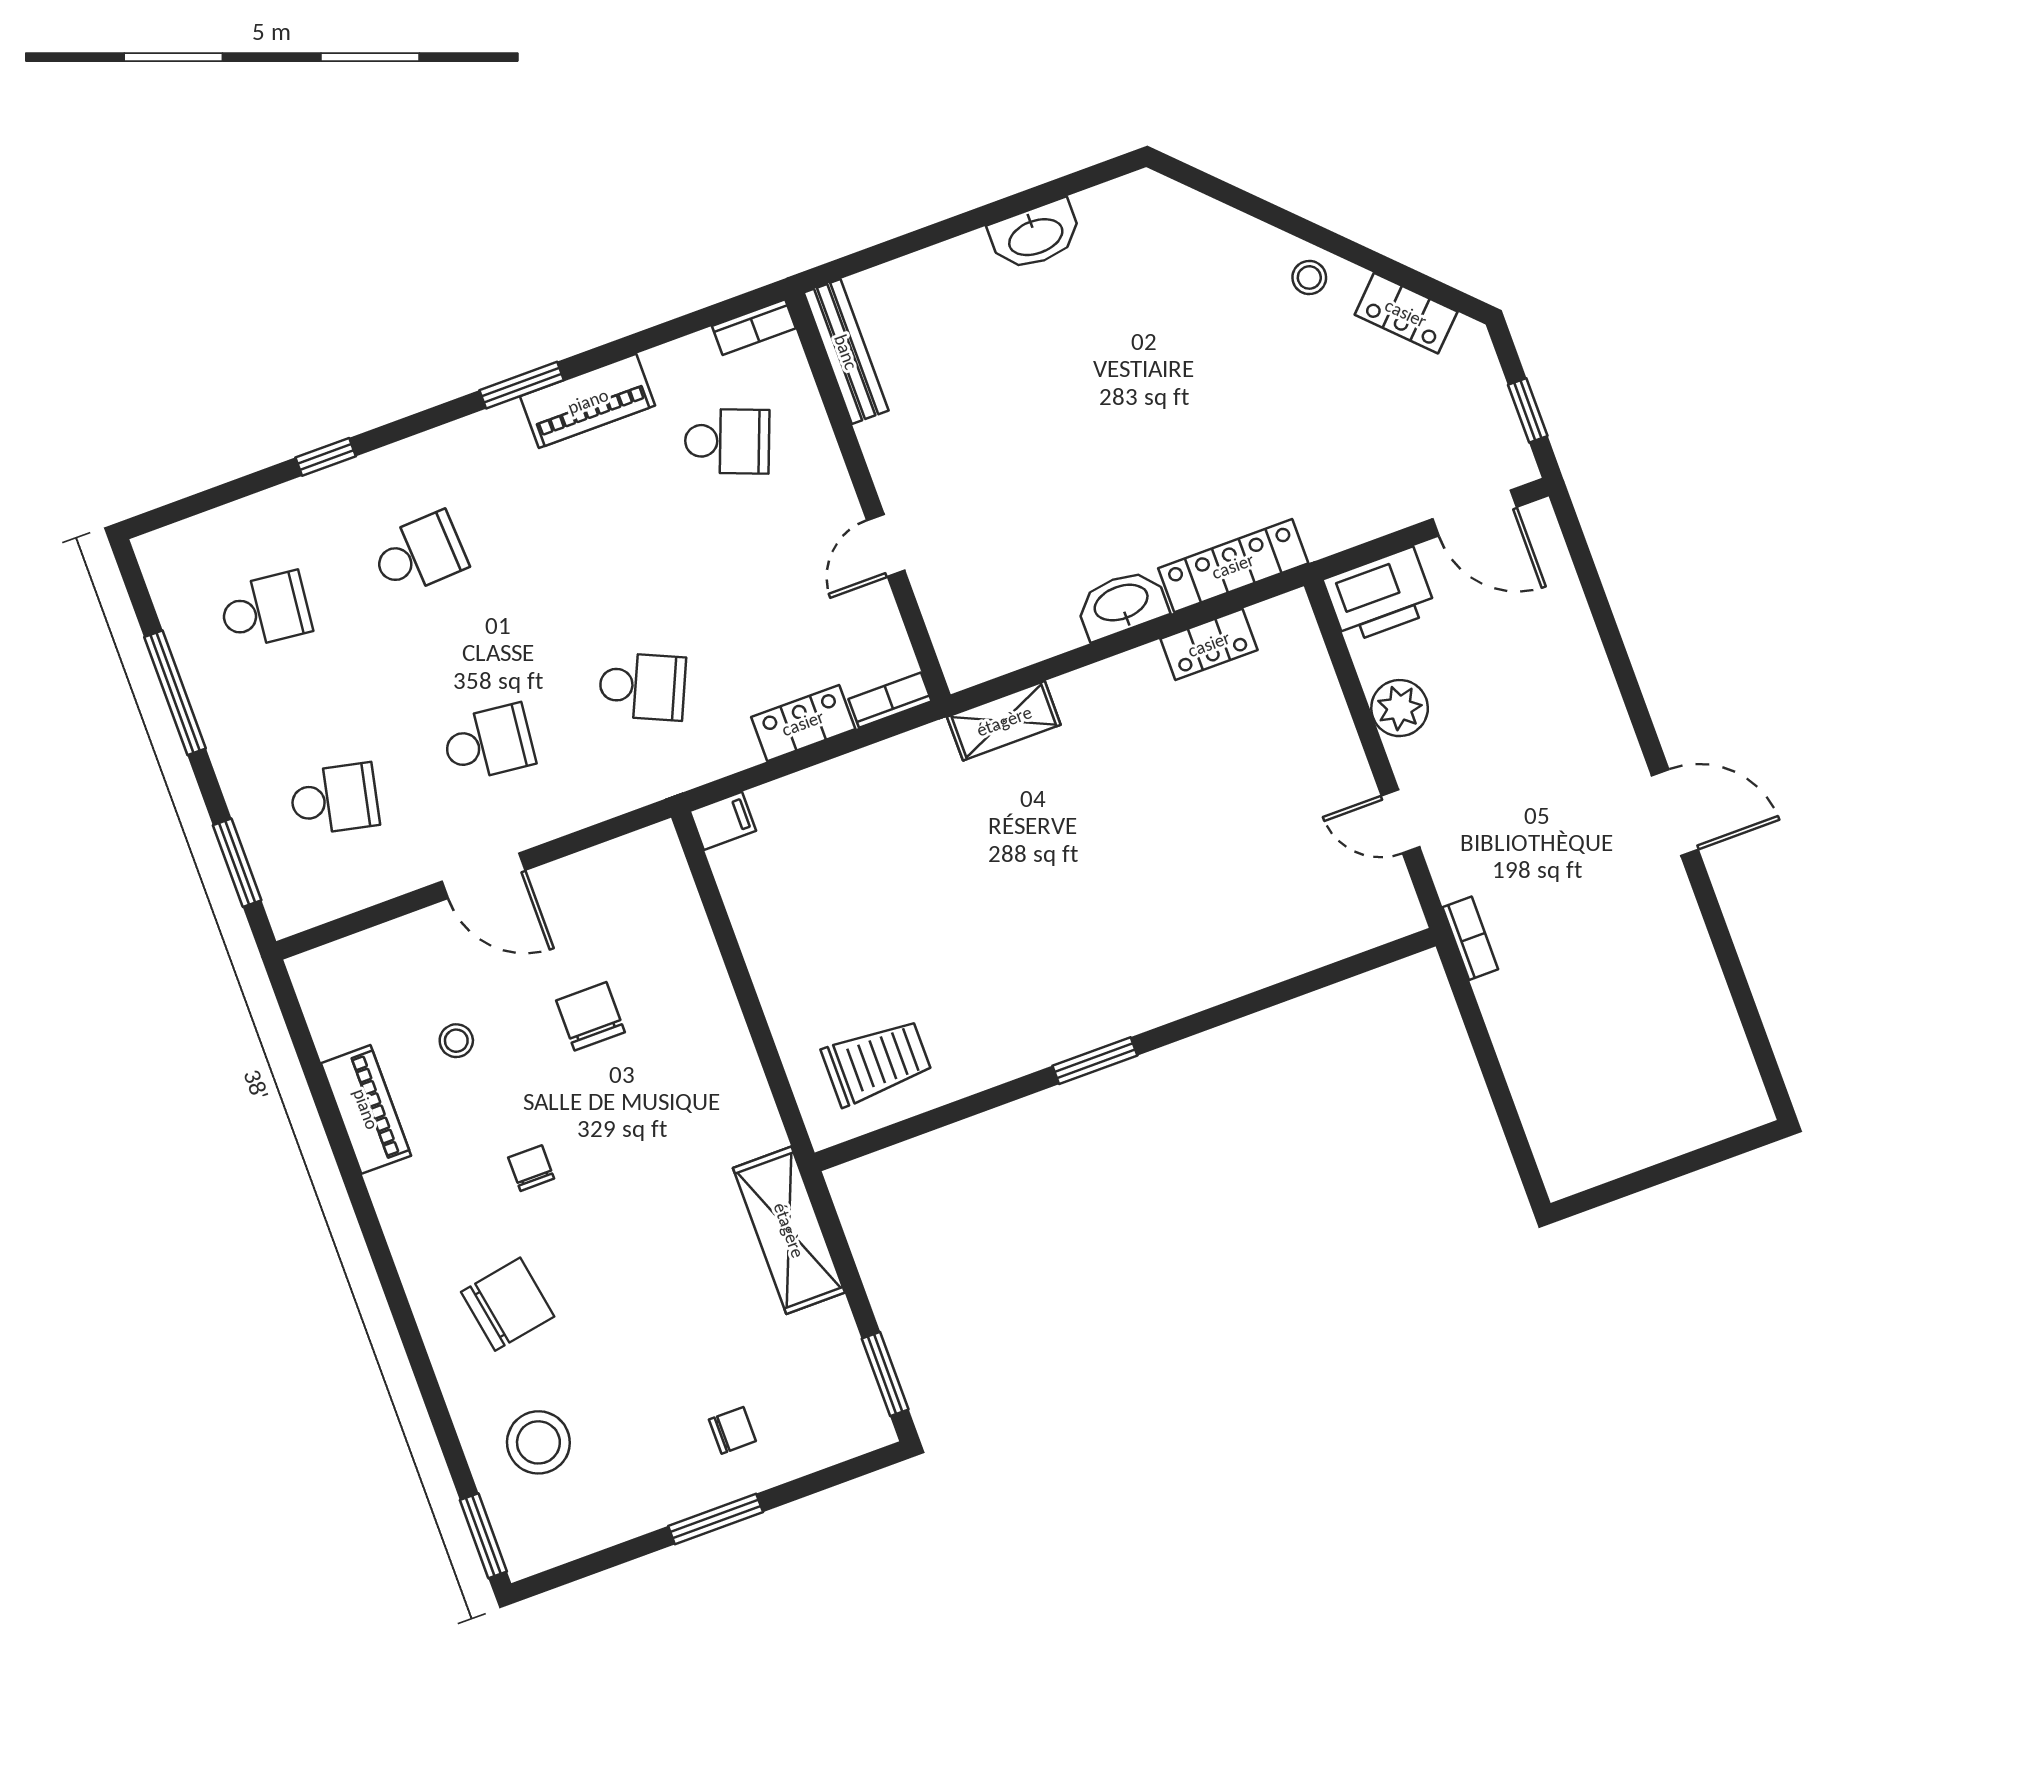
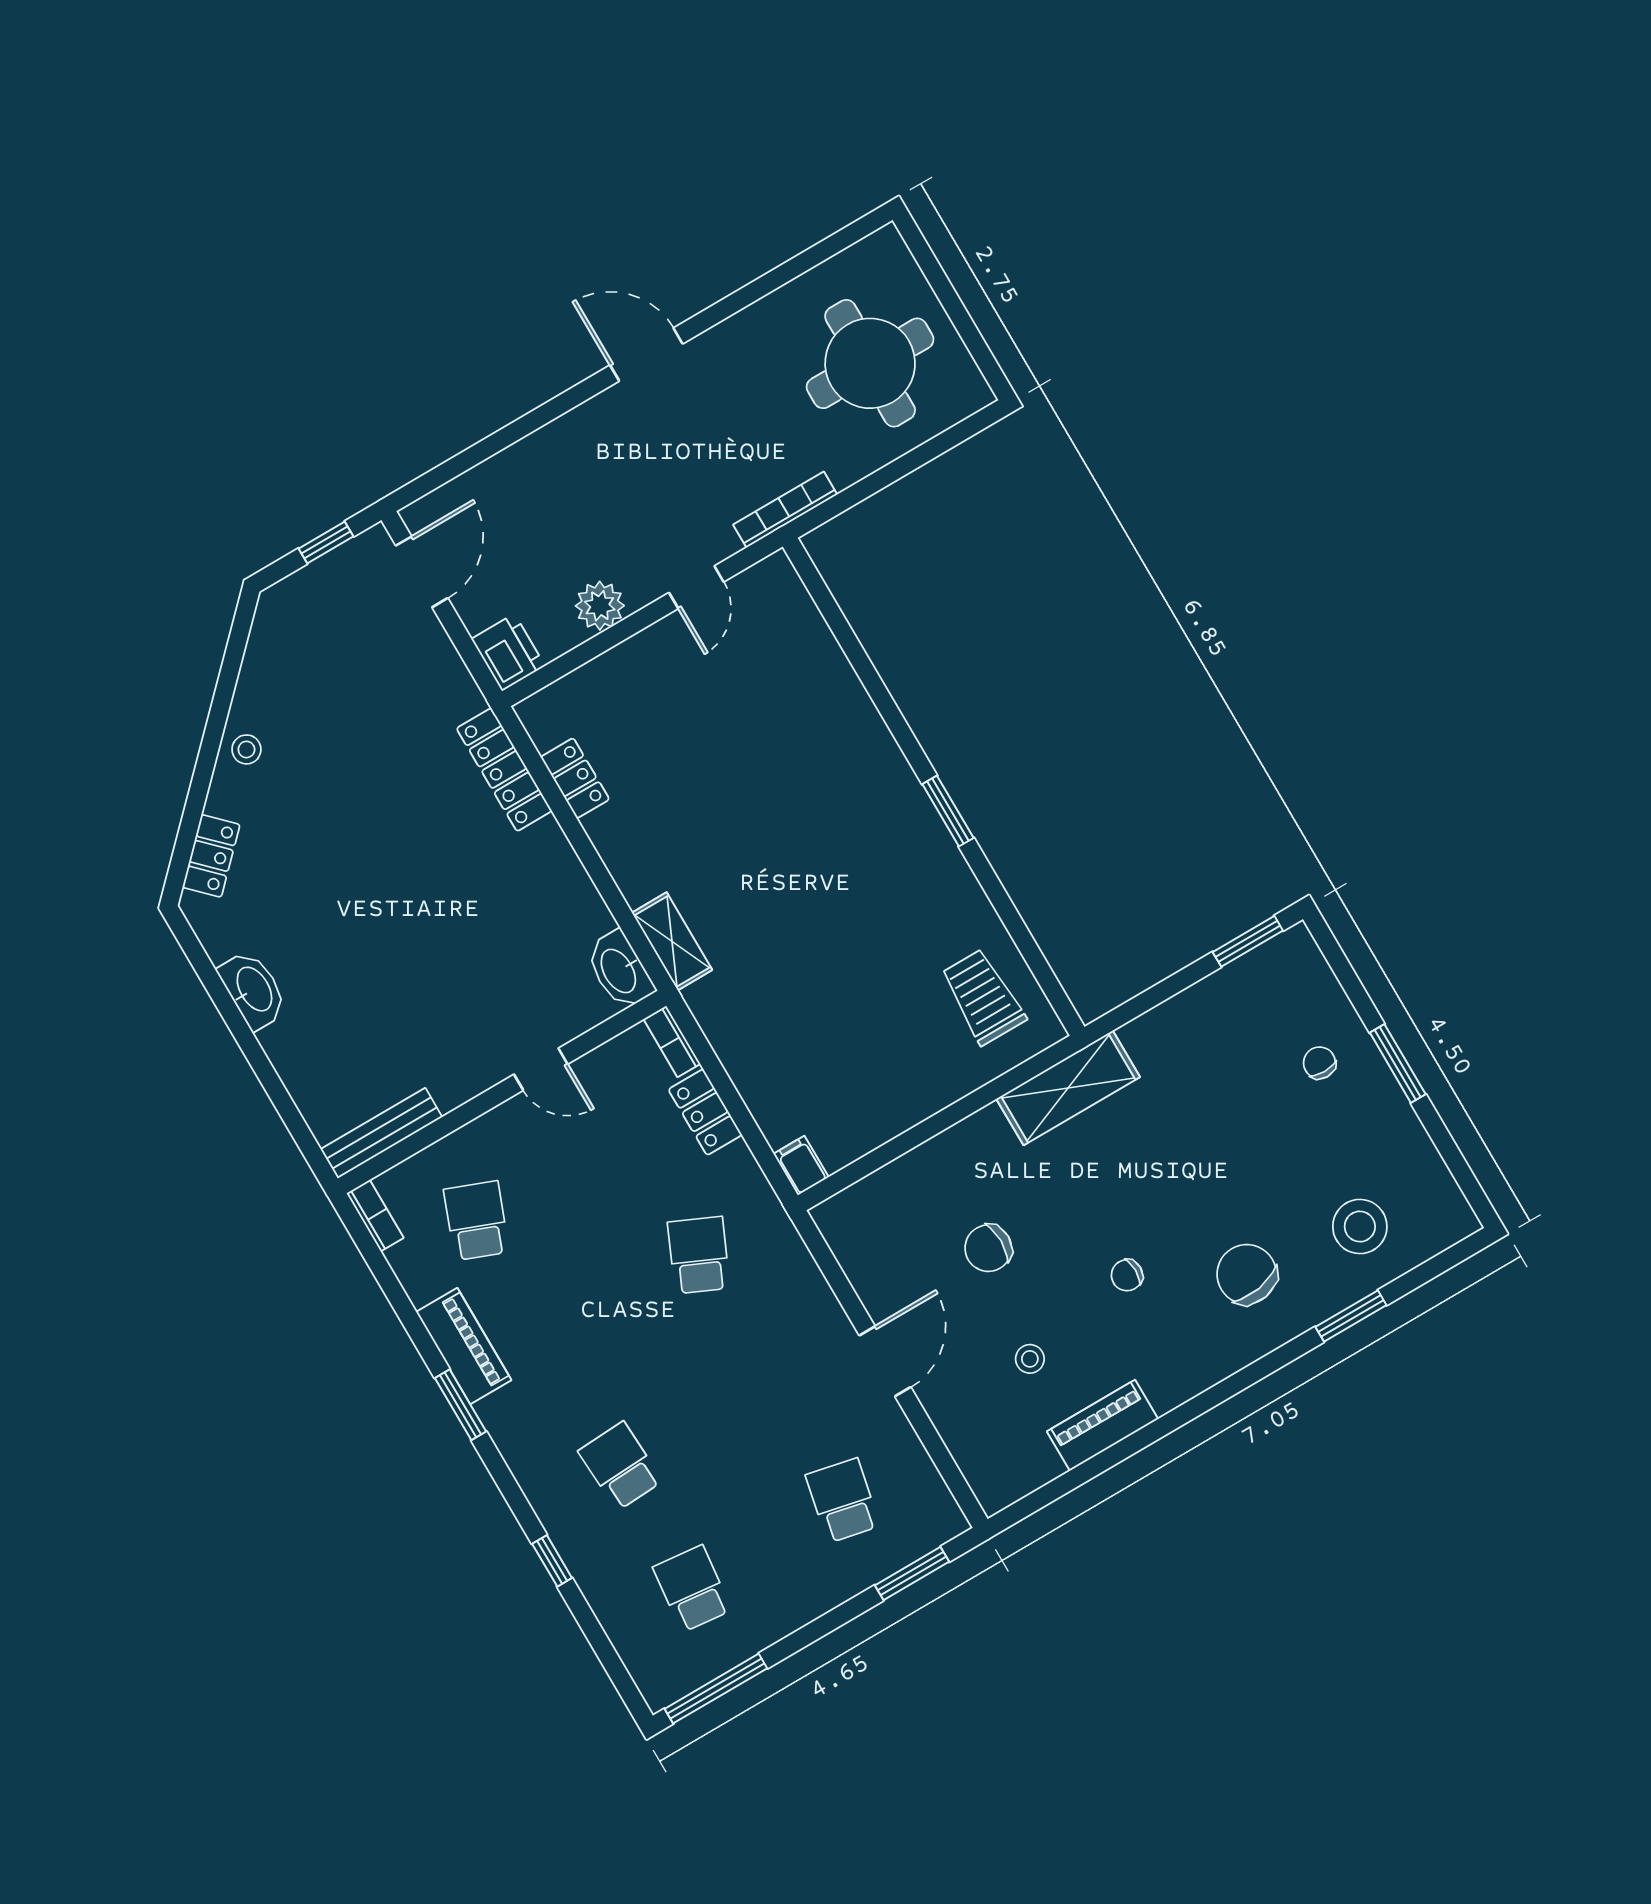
locker: (1406, 313) -> (211, 856), moved
printer: (1380, 595) -> (508, 652), width x0.73, depth x0.84
washbasin: (1122, 604) -> (619, 970), moved
window: (175, 693) -> (716, 1689), moved
school desk: (488, 743) -> (771, 1378), removed
door: (1675, 813) -> (646, 355), hinge flipped
bookcase: (1470, 938) -> (785, 510), width x1.56
round table: (1619, 1065) -> (870, 363), added
shelving: (789, 1230) -> (1068, 1088), moved
window: (483, 1536) -> (1351, 1316), moved

